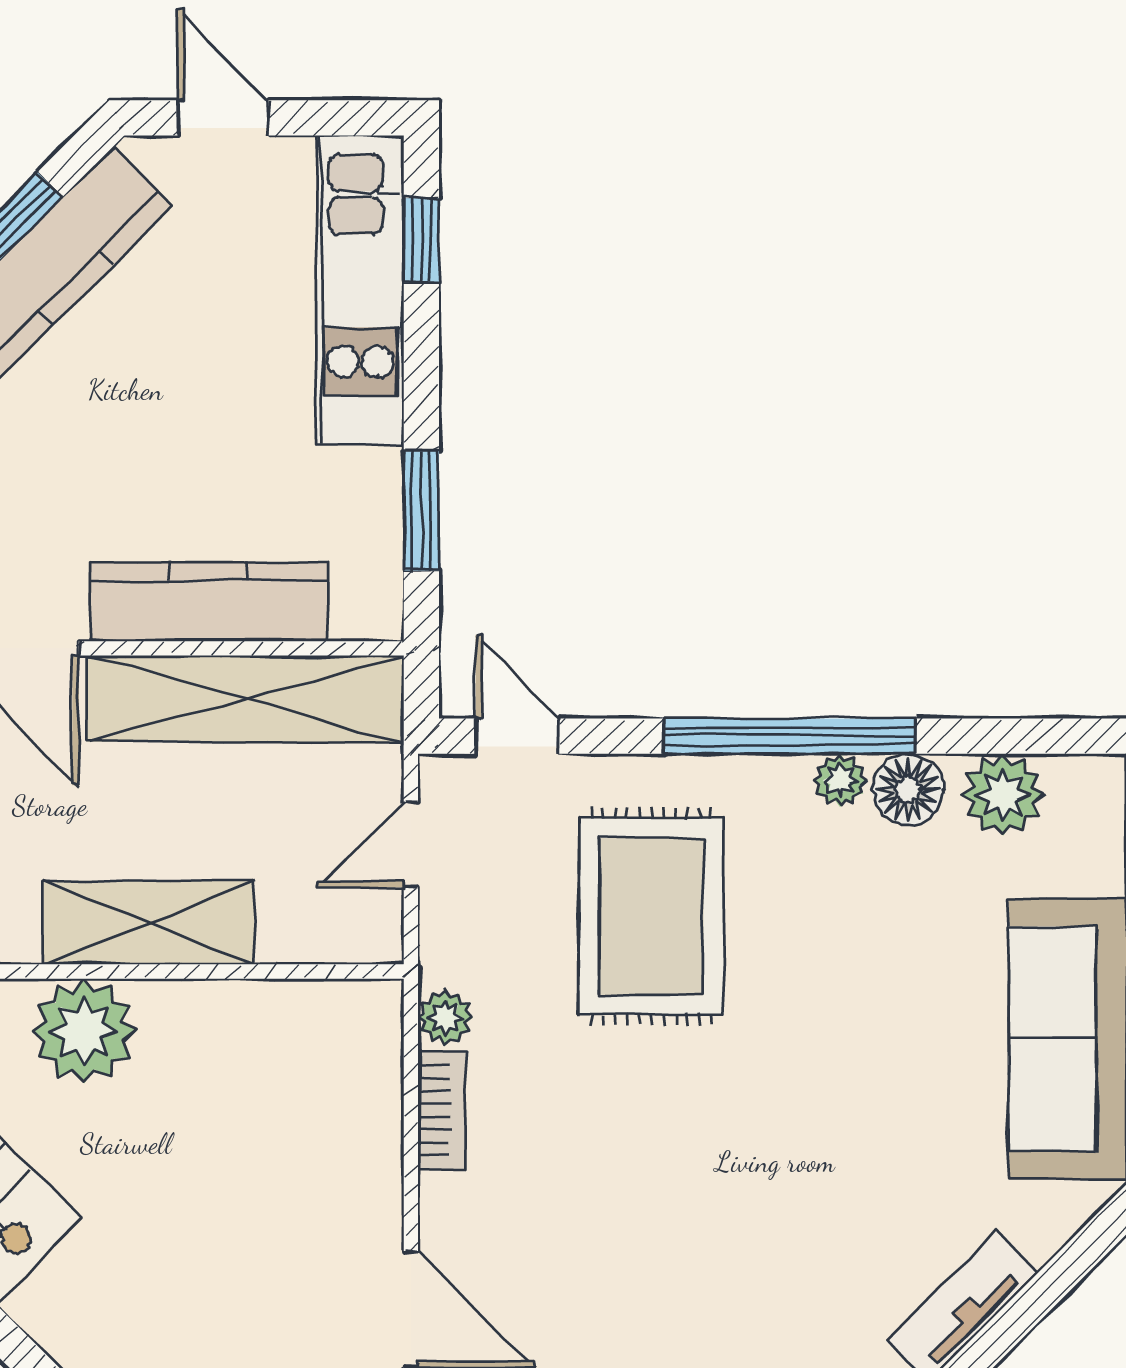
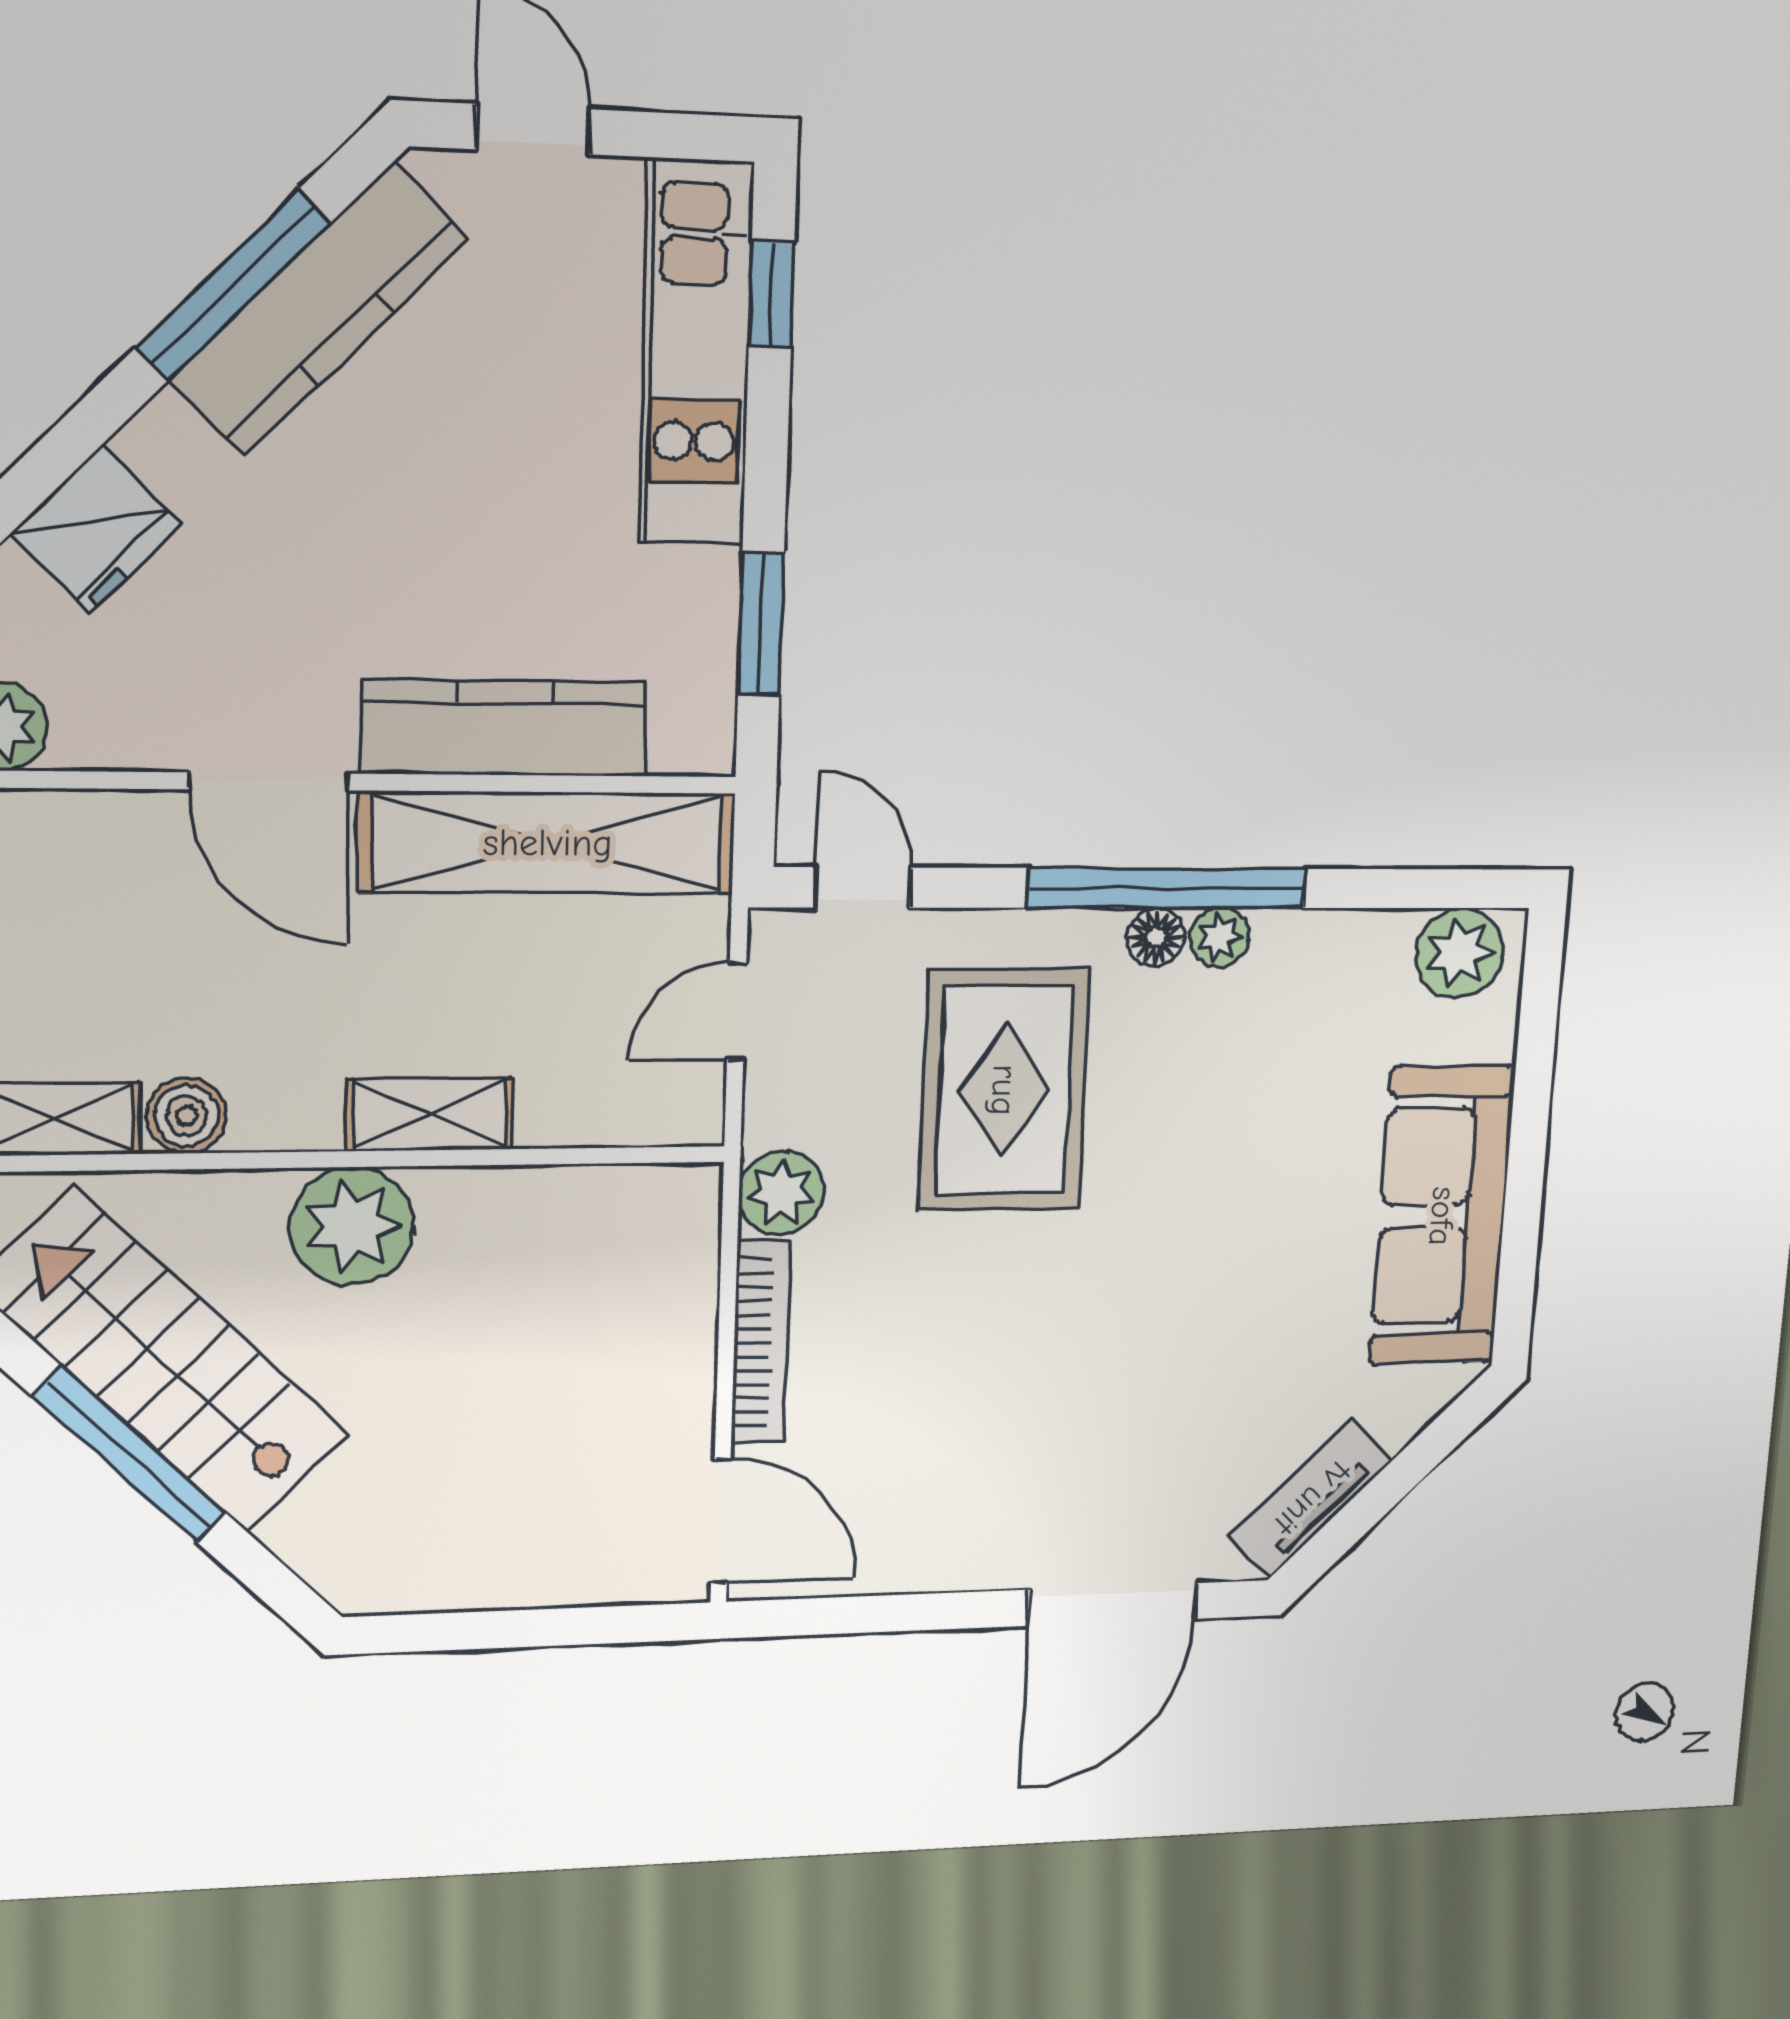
floor lamp: (908, 789) -> (1156, 937), moved, width x0.73, depth x0.73
plant: (1003, 795) -> (1460, 953), moved
shelving: (149, 922) -> (429, 1114), width x0.67, depth x0.75
plant: (445, 1018) -> (782, 1193), width x1.38, depth x1.38
bookcase: (442, 1110) -> (761, 1342), width x1.56

